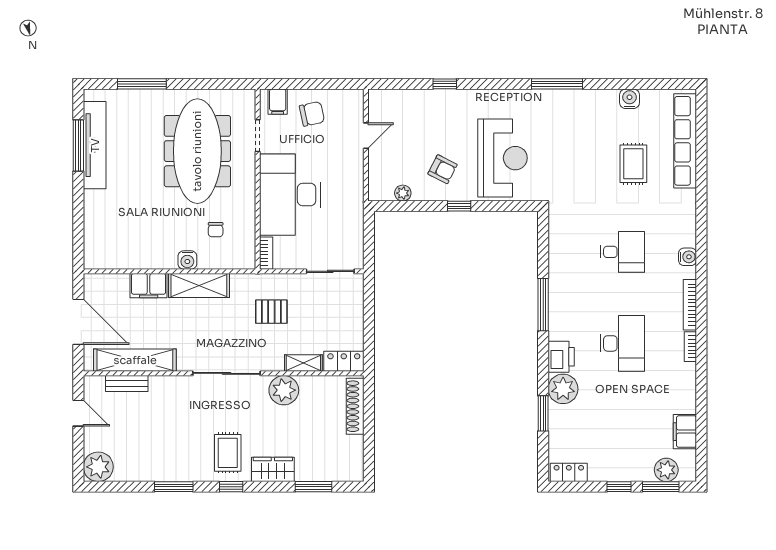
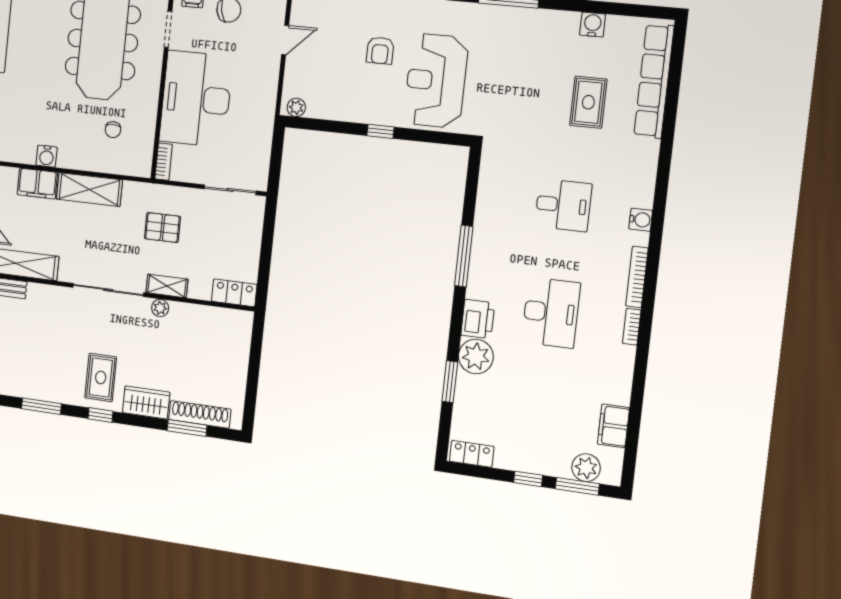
reception desk: (503, 158) -> (436, 81), turned 180
armchair: (443, 169) -> (380, 50), moved, turned 63
plant: (403, 193) -> (296, 107), moved
water cooler: (187, 260) -> (47, 156), moved
shelving: (303, 363) -> (167, 286), moved
plant: (284, 390) -> (160, 308), width x0.53, depth x0.53
shoe rack: (355, 406) -> (200, 414), moved, turned 90

